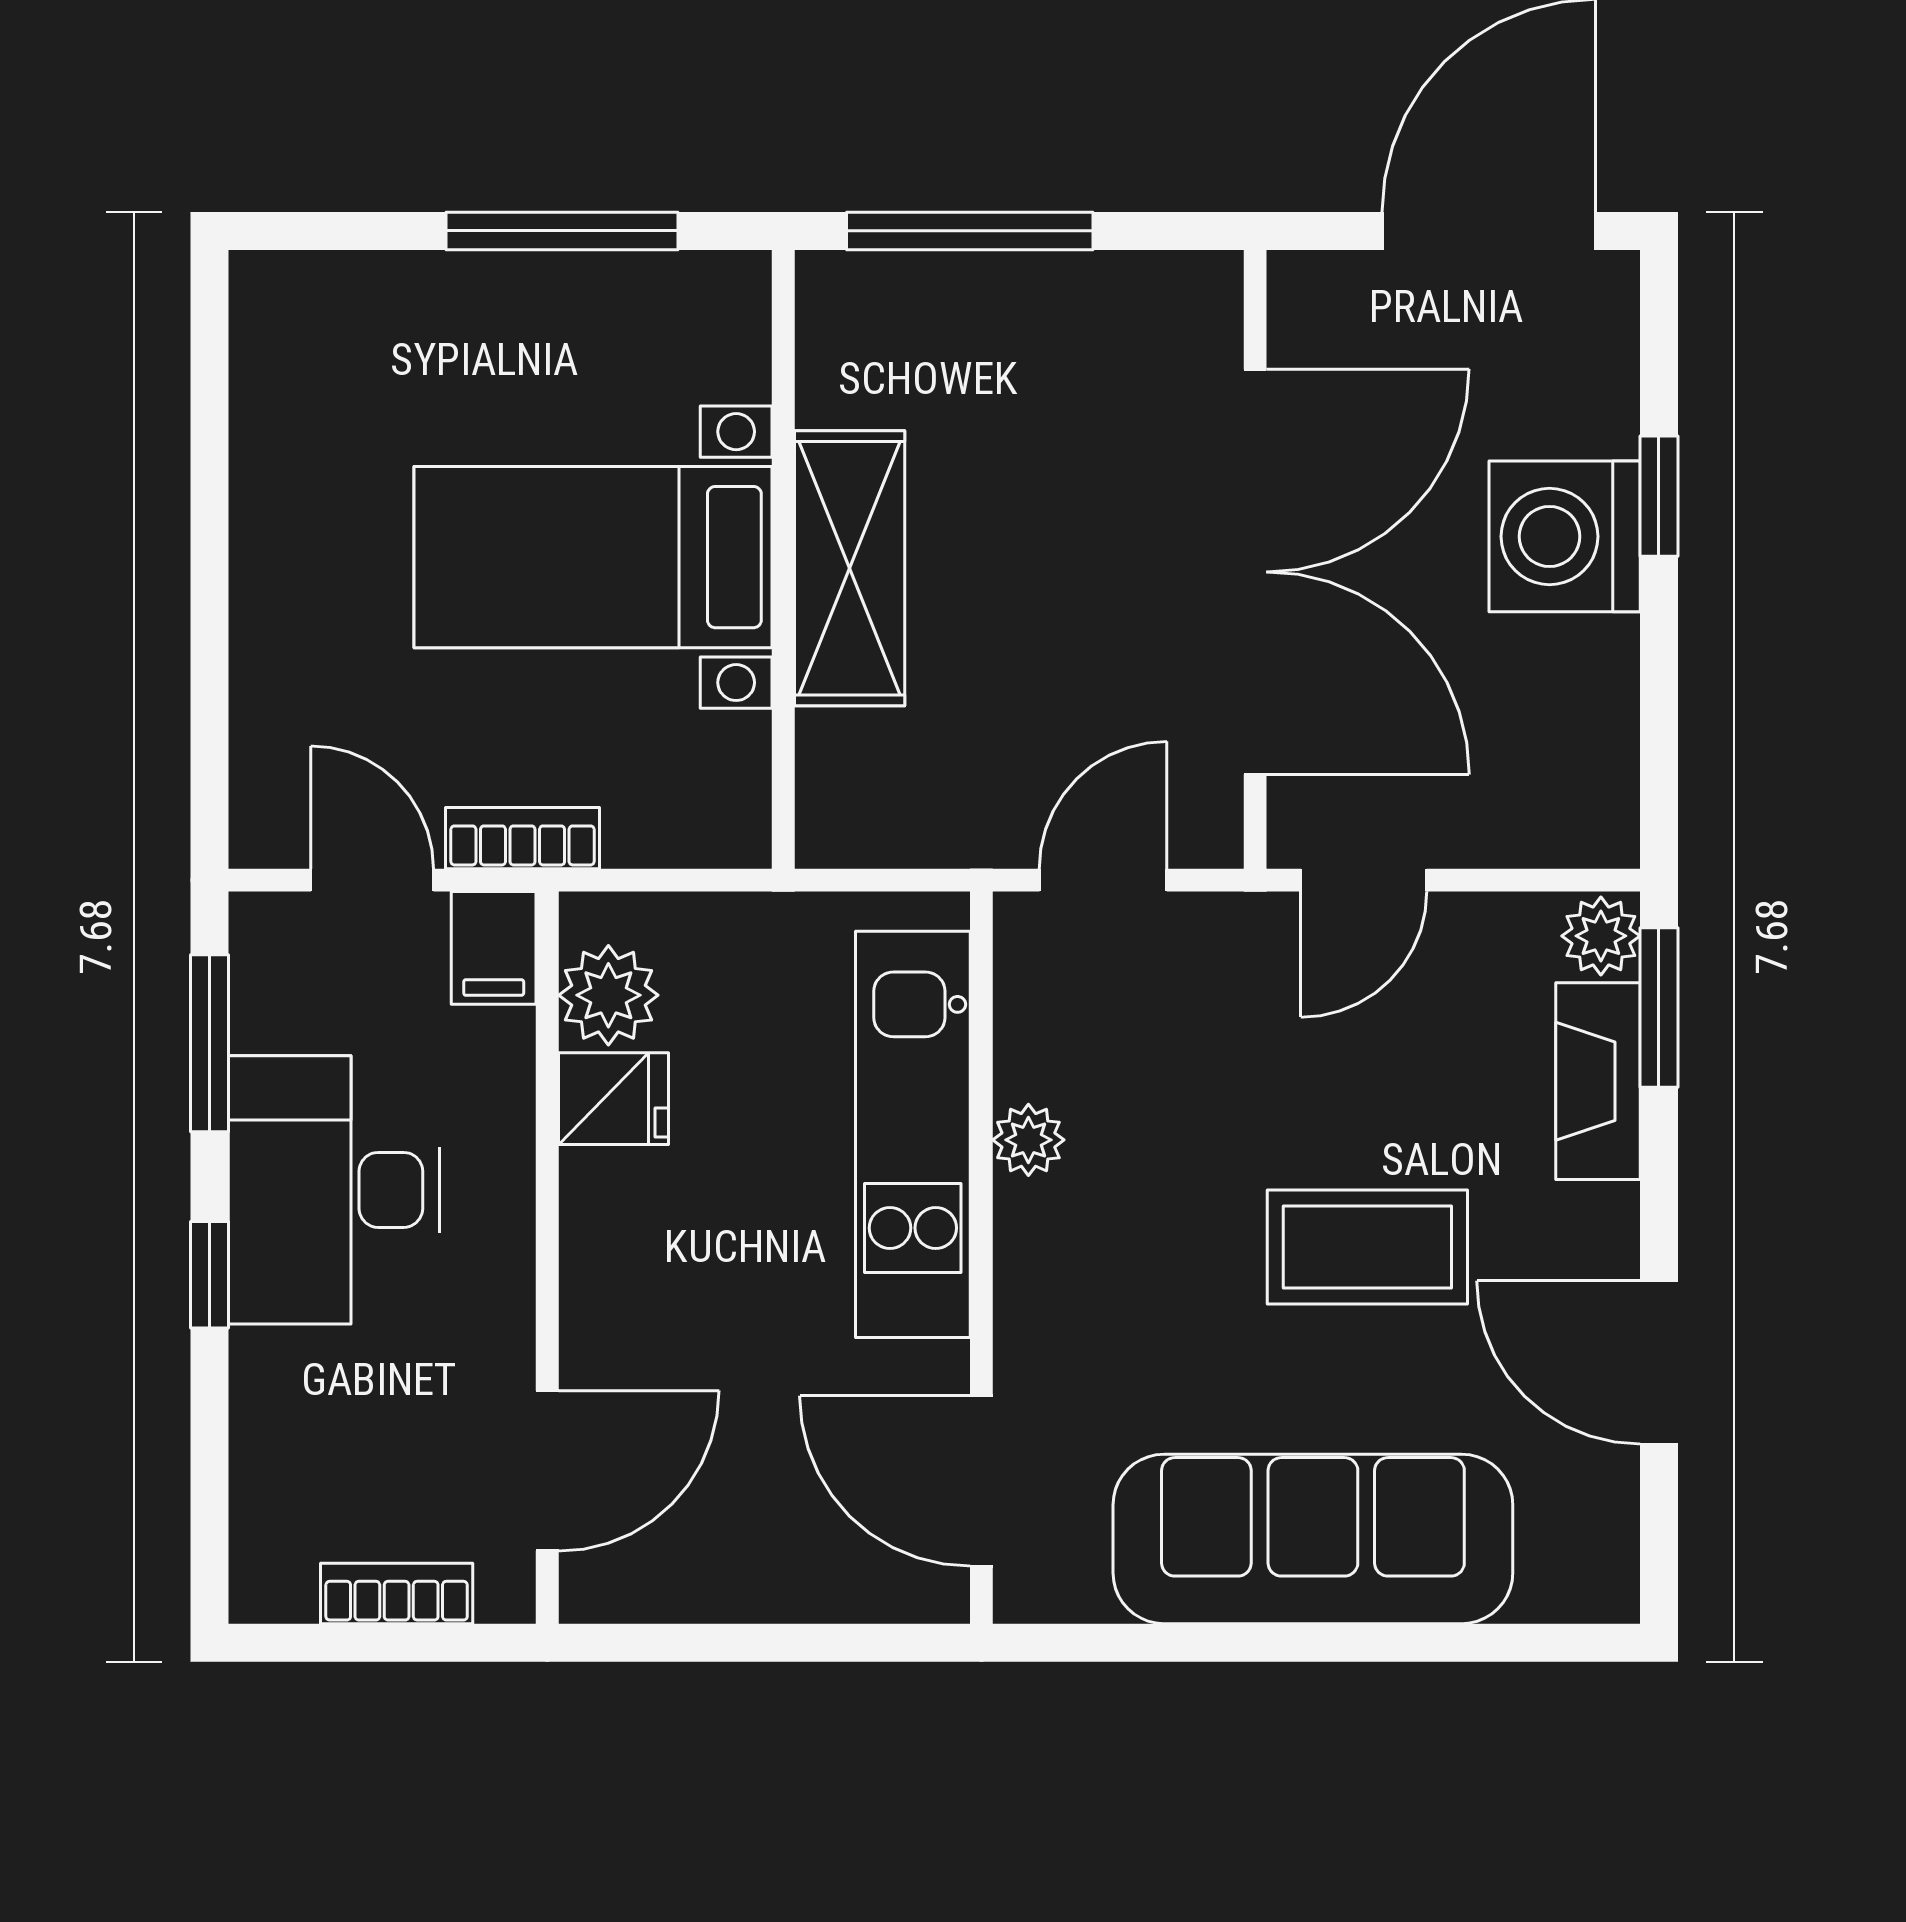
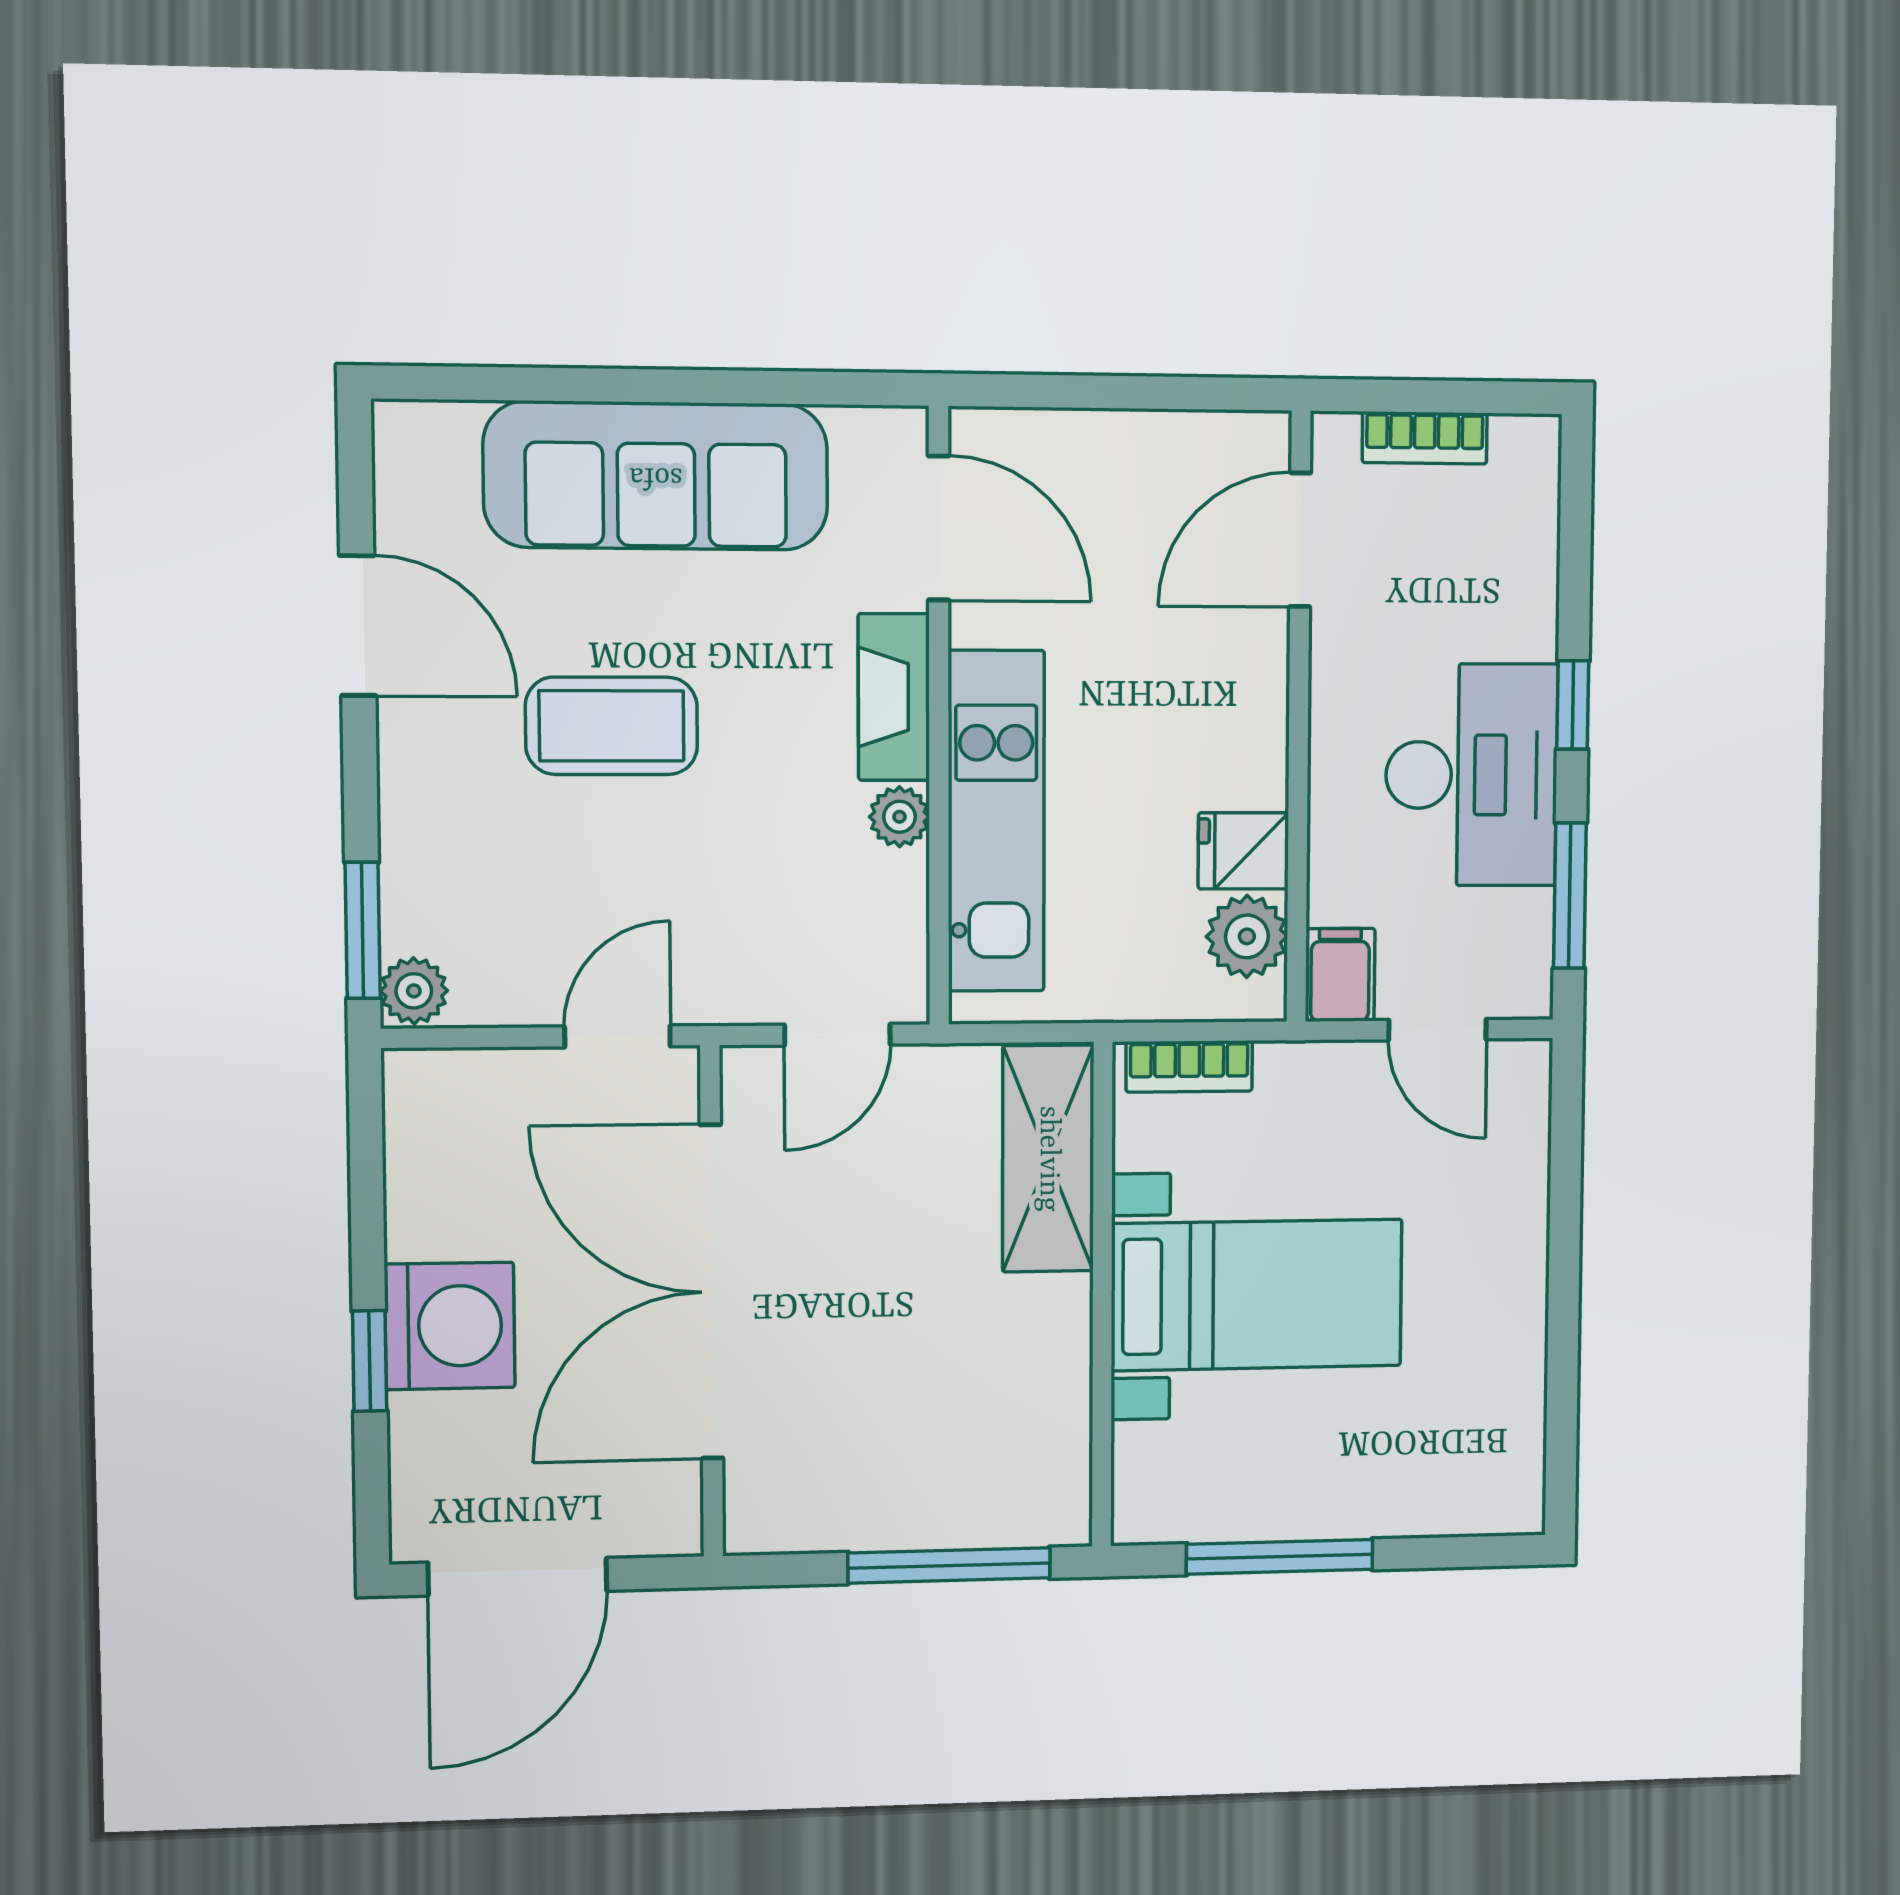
shelving: (850, 568) -> (1048, 1159), moved
bookcase: (523, 838) -> (1189, 1066), moved
fireplace: (1598, 1081) -> (894, 697), moved, turned 180

